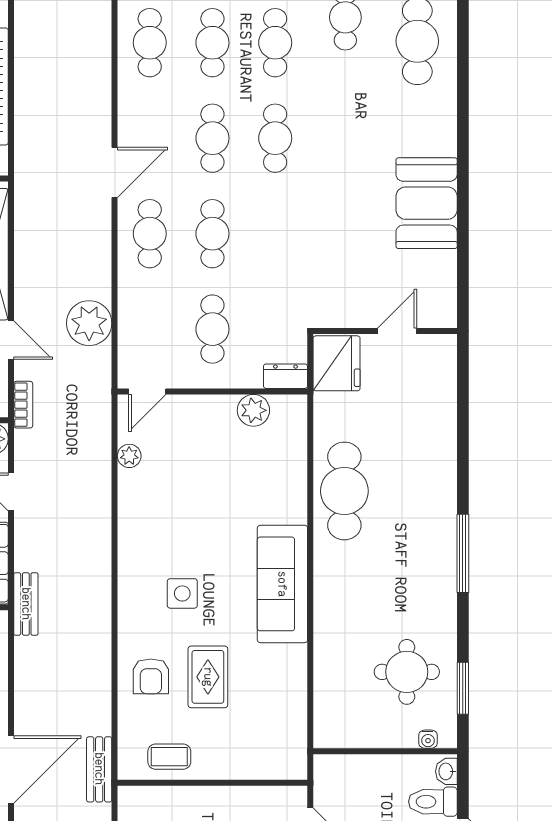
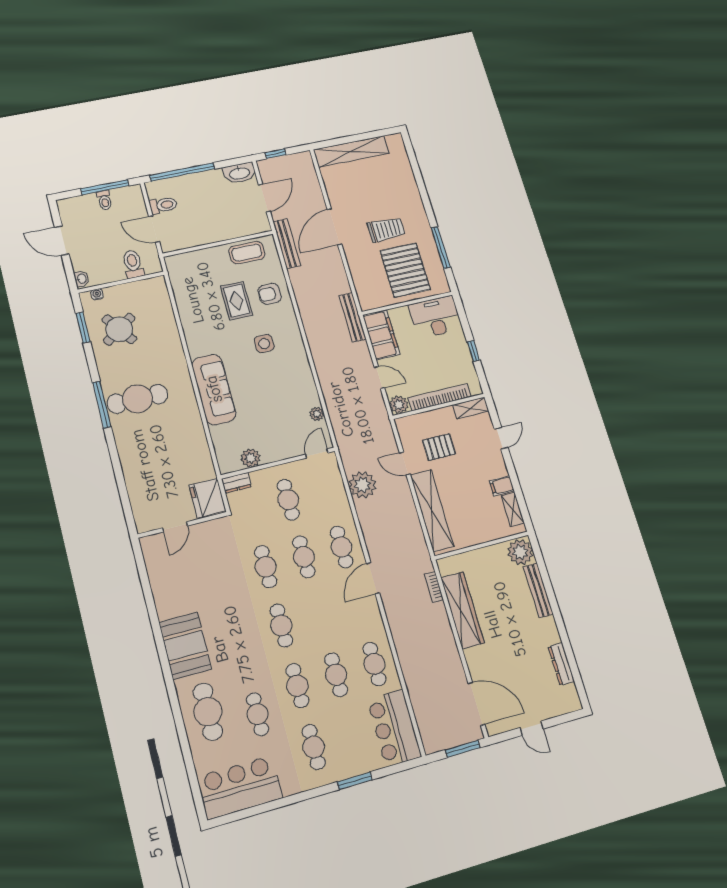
cafe table: (212, 138) -> (266, 567), moved
booth: (427, 203) -> (185, 646), moved
bookcase: (23, 405) -> (434, 587), moved
cafe table: (344, 491) -> (137, 399), moved, turned 90
sofa: (282, 584) -> (214, 389), moved
bench: (26, 604) -> (353, 317), width x1.36
round table: (407, 672) -> (119, 329), turned -36
armchair: (151, 676) -> (270, 294), turned -90
coffee table: (169, 757) -> (247, 253), width x1.36, depth x1.30
bench: (99, 769) -> (287, 244), width x1.36
toilet: (433, 802) -> (133, 264), moved, turned -90

